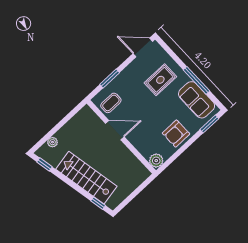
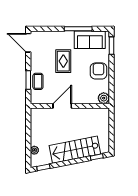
door: (143, 48) -> (28, 43), hinge flipped
rug: (160, 80) -> (63, 61), moved
coffee table: (111, 103) -> (38, 81), moved
armchair: (176, 134) -> (99, 71), turned 180

